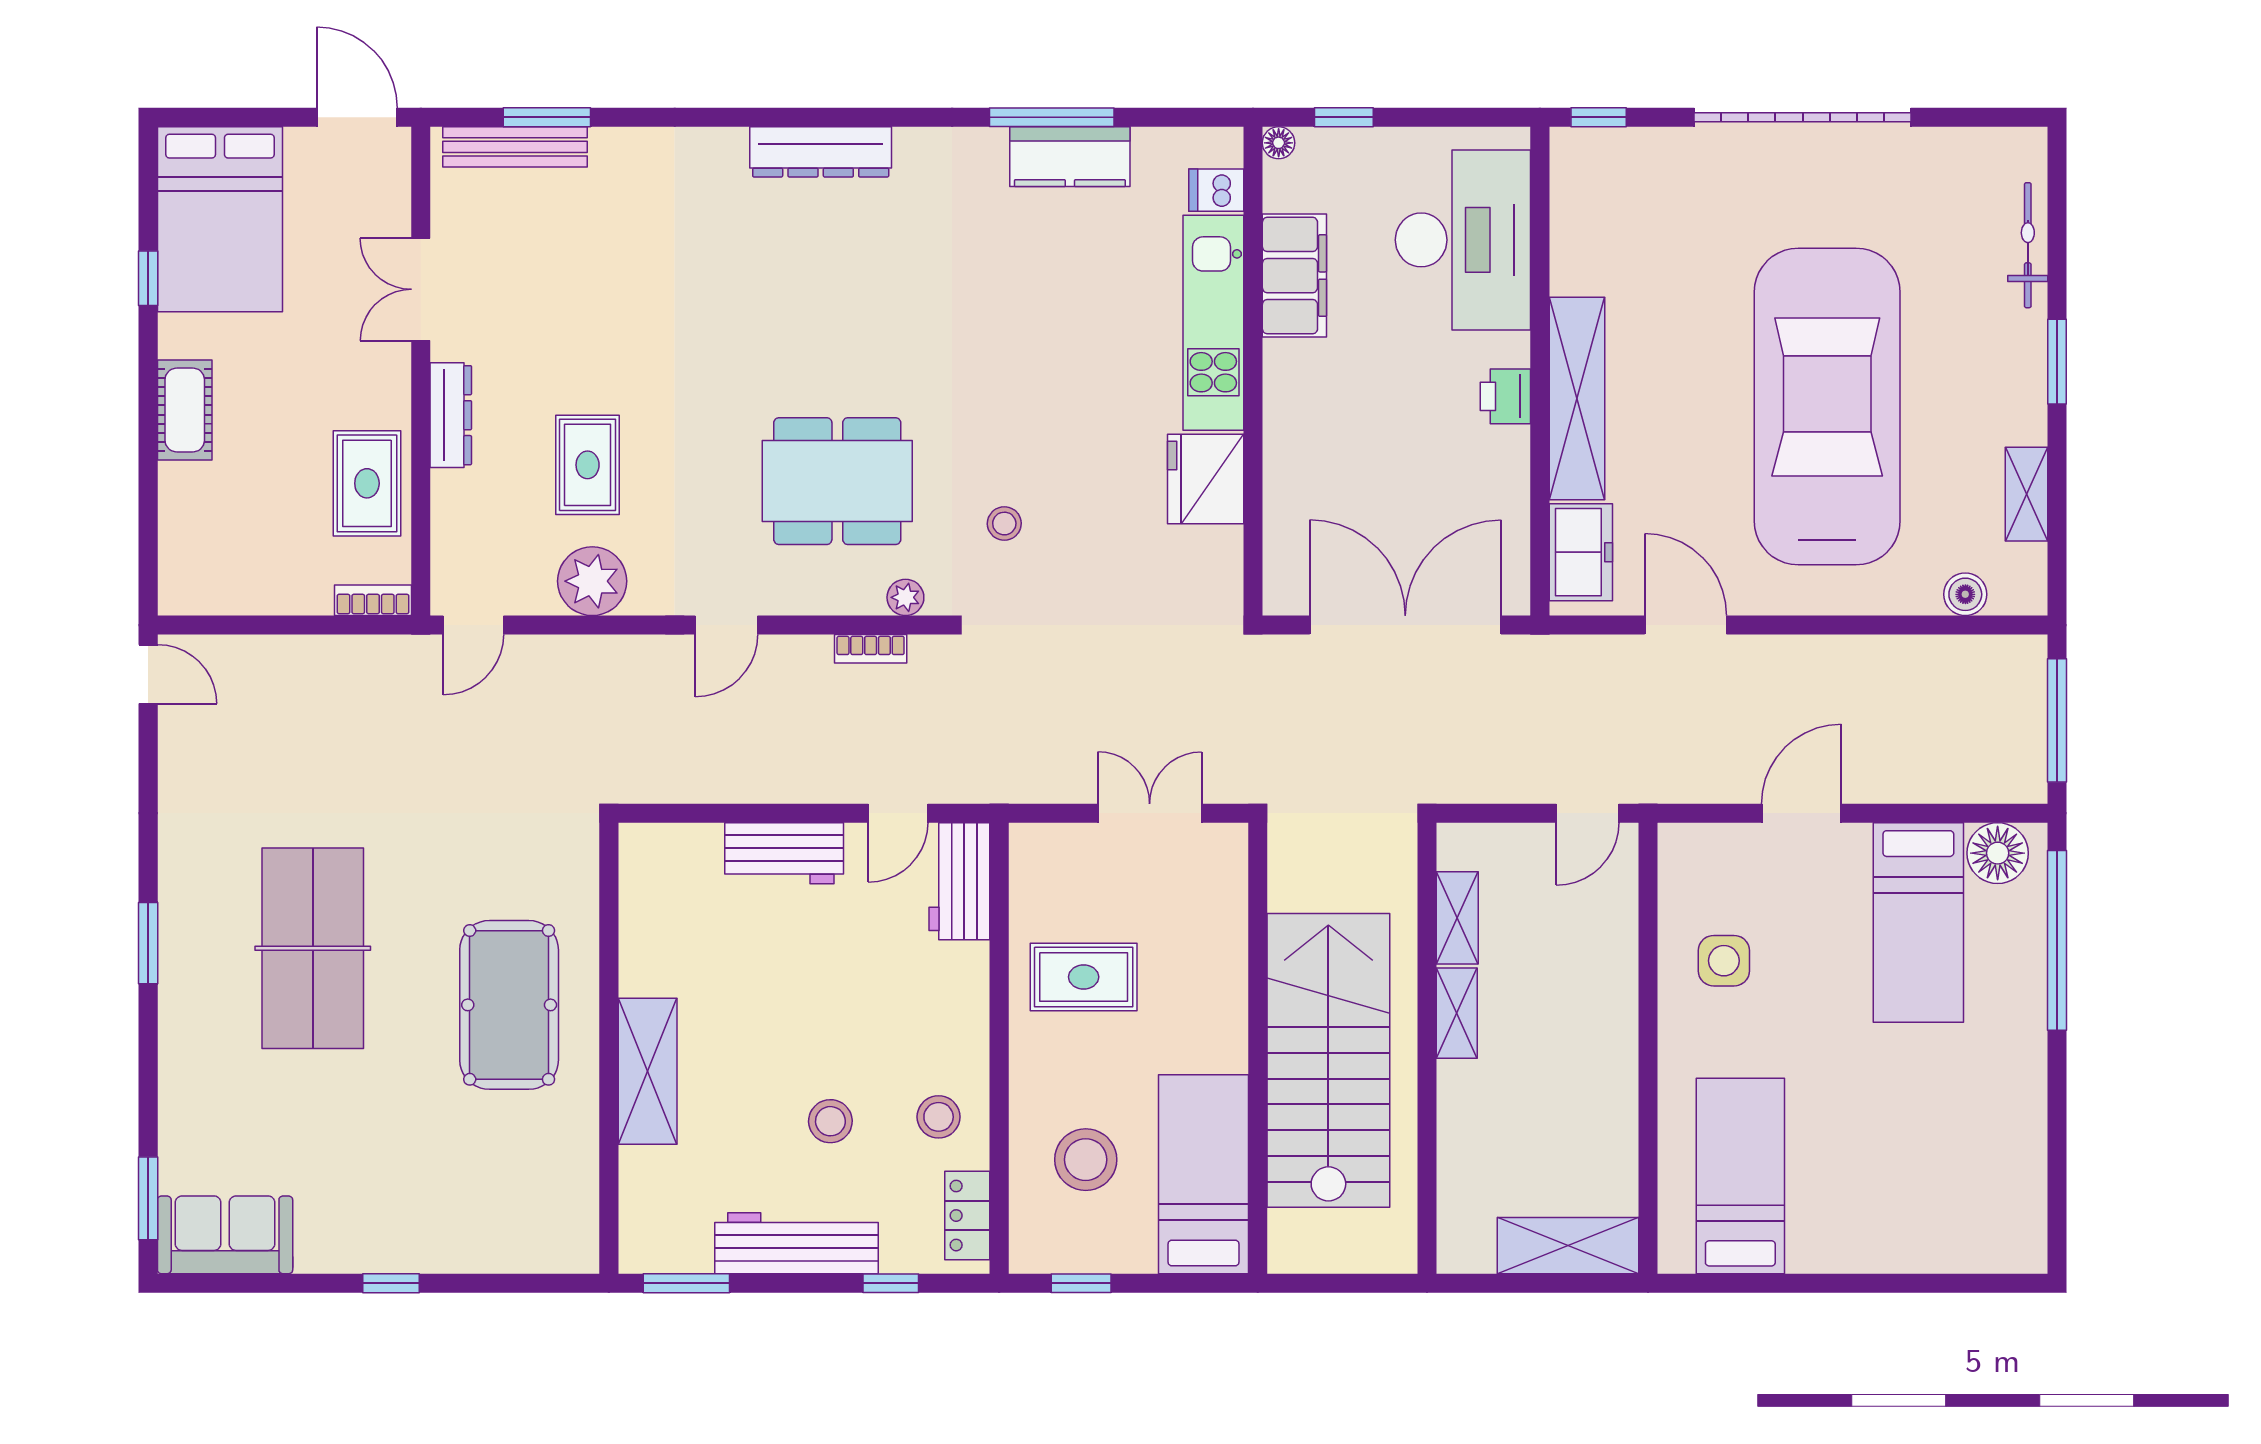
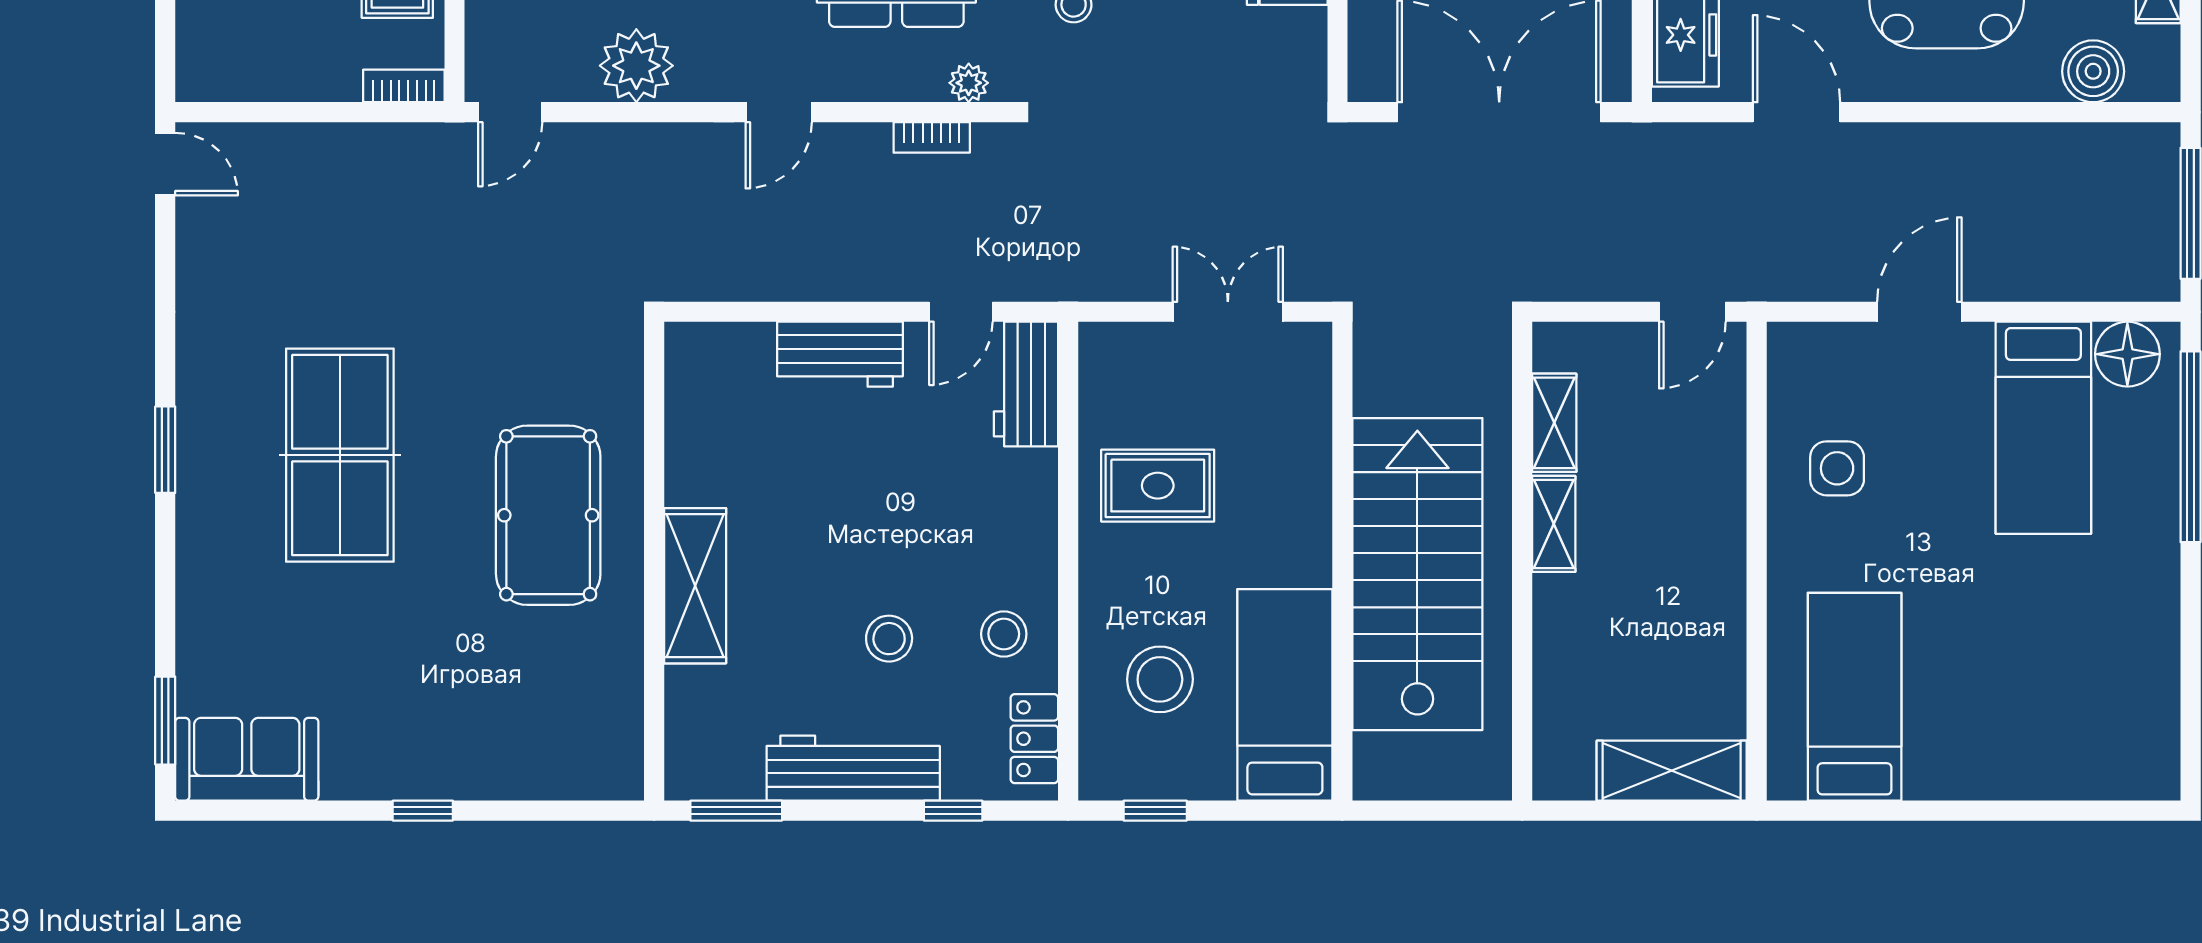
boiler: (1965, 594) -> (2093, 71), width x1.36, depth x1.36

